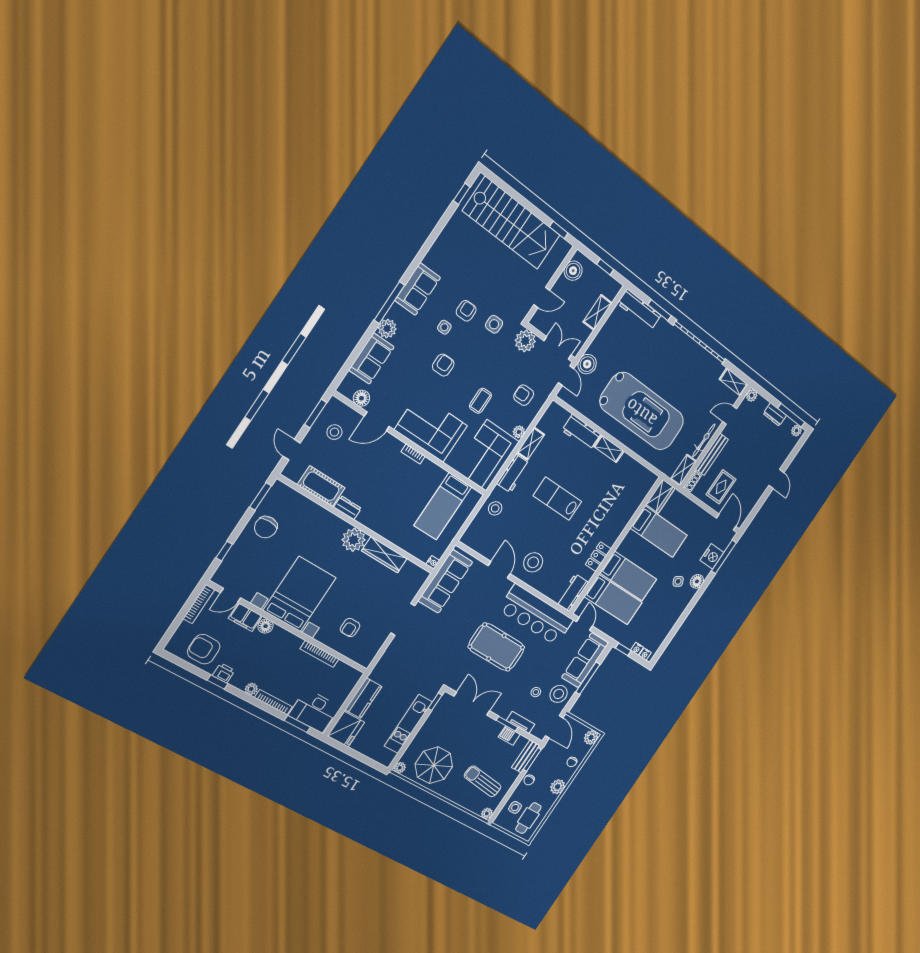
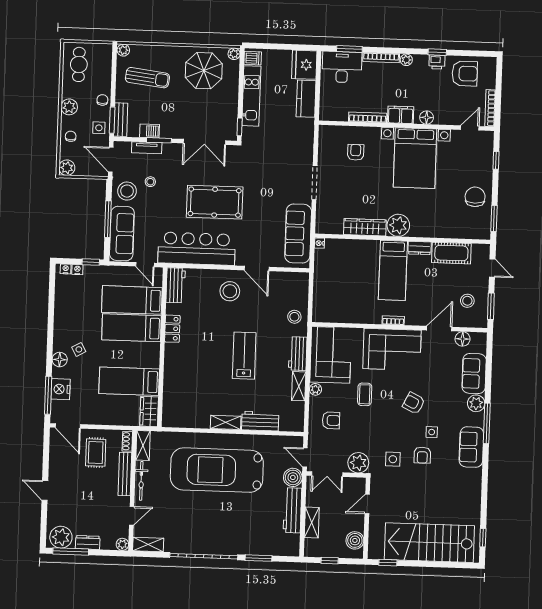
workbench: (639, 309) -> (292, 510), moved, turned -90
armchair: (443, 365) -> (414, 403), turned 116
plant: (796, 431) -> (61, 537), width x1.87, depth x1.87
lab bench: (557, 499) -> (244, 356), turned -90
bed: (443, 506) -> (393, 270), moved, turned 180
filing cabinet: (245, 617) -> (401, 115), moved
dishwasher: (387, 756) -> (253, 58), added
side table: (515, 807) -> (99, 128), moved

